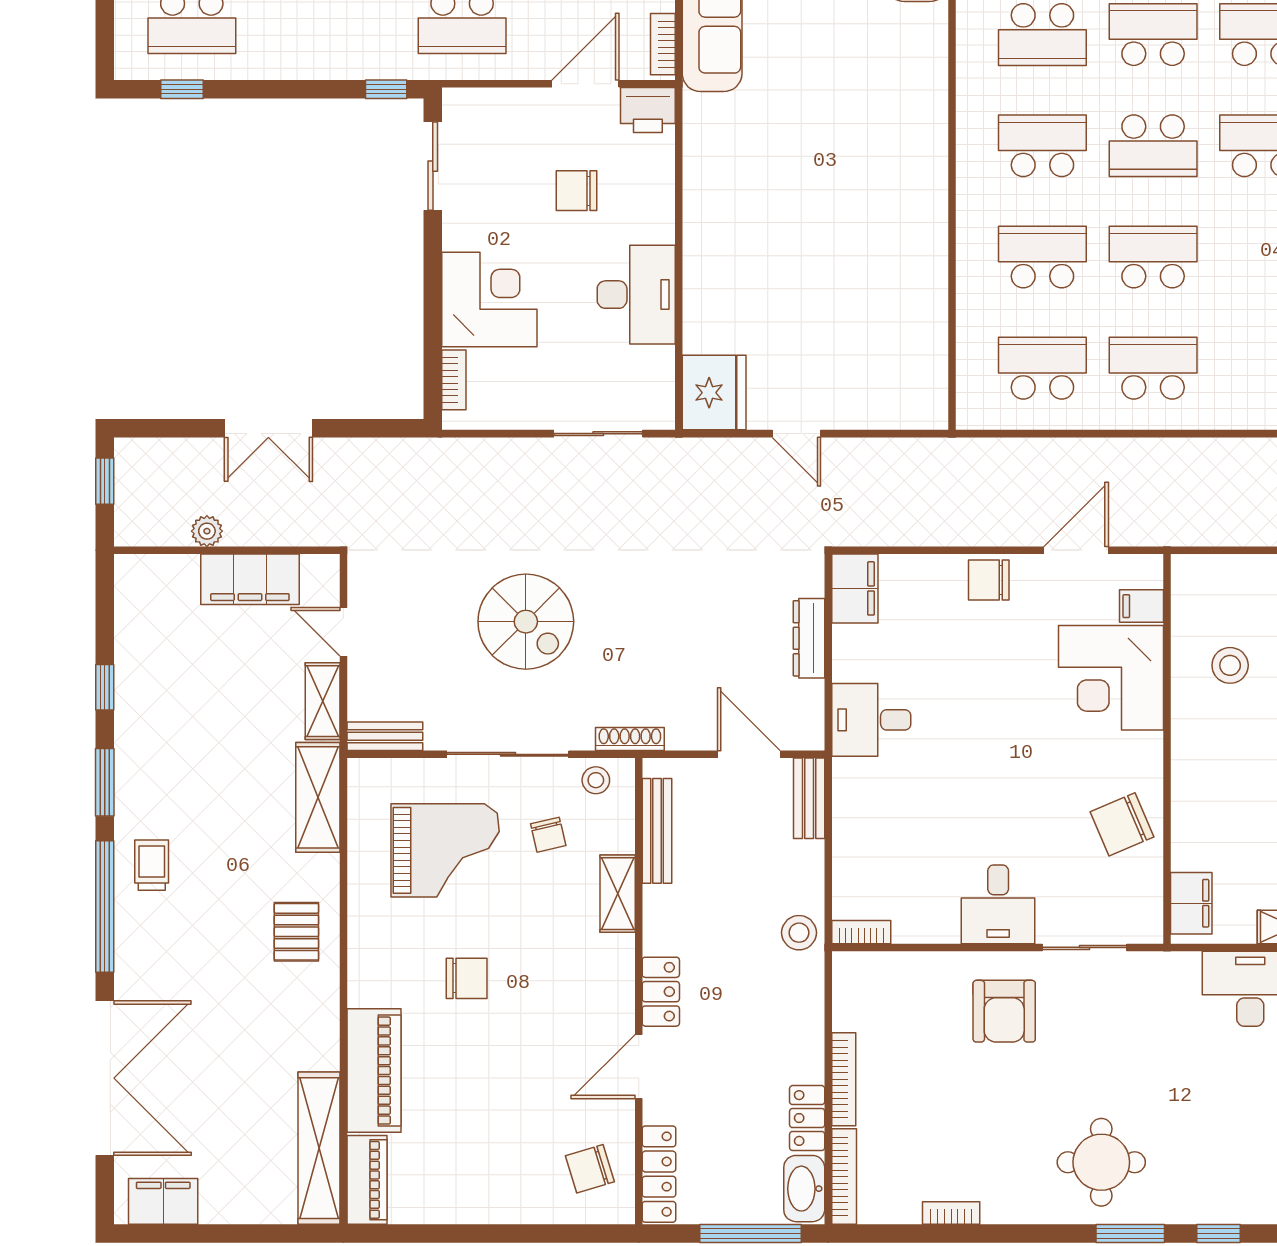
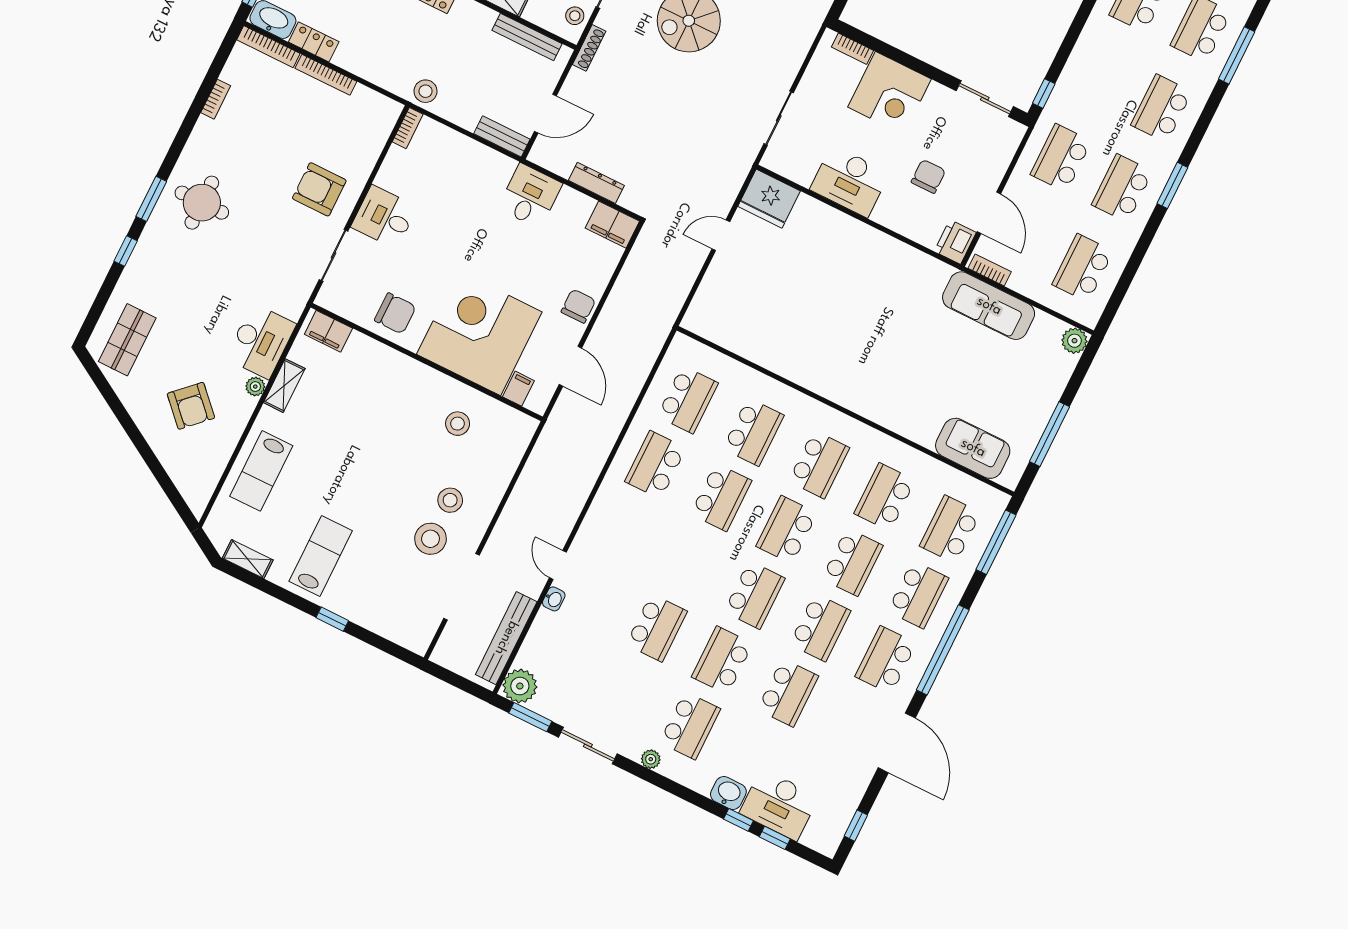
school desk: (1153, 368) -> (655, 465), turned 180
corner desk: (1111, 678) -> (479, 333), width x1.36, depth x1.36
chair: (1122, 824) -> (395, 313), turned 113

